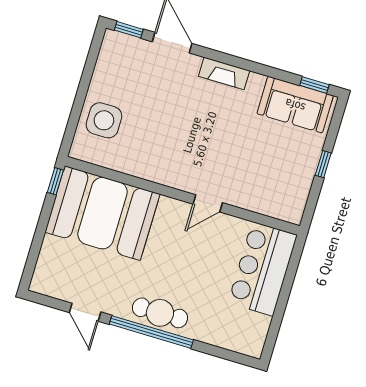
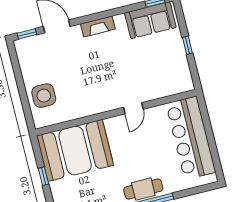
window: (55, 181) -> (43, 176), moved
bar counter: (263, 269) -> (191, 138), width x1.36

